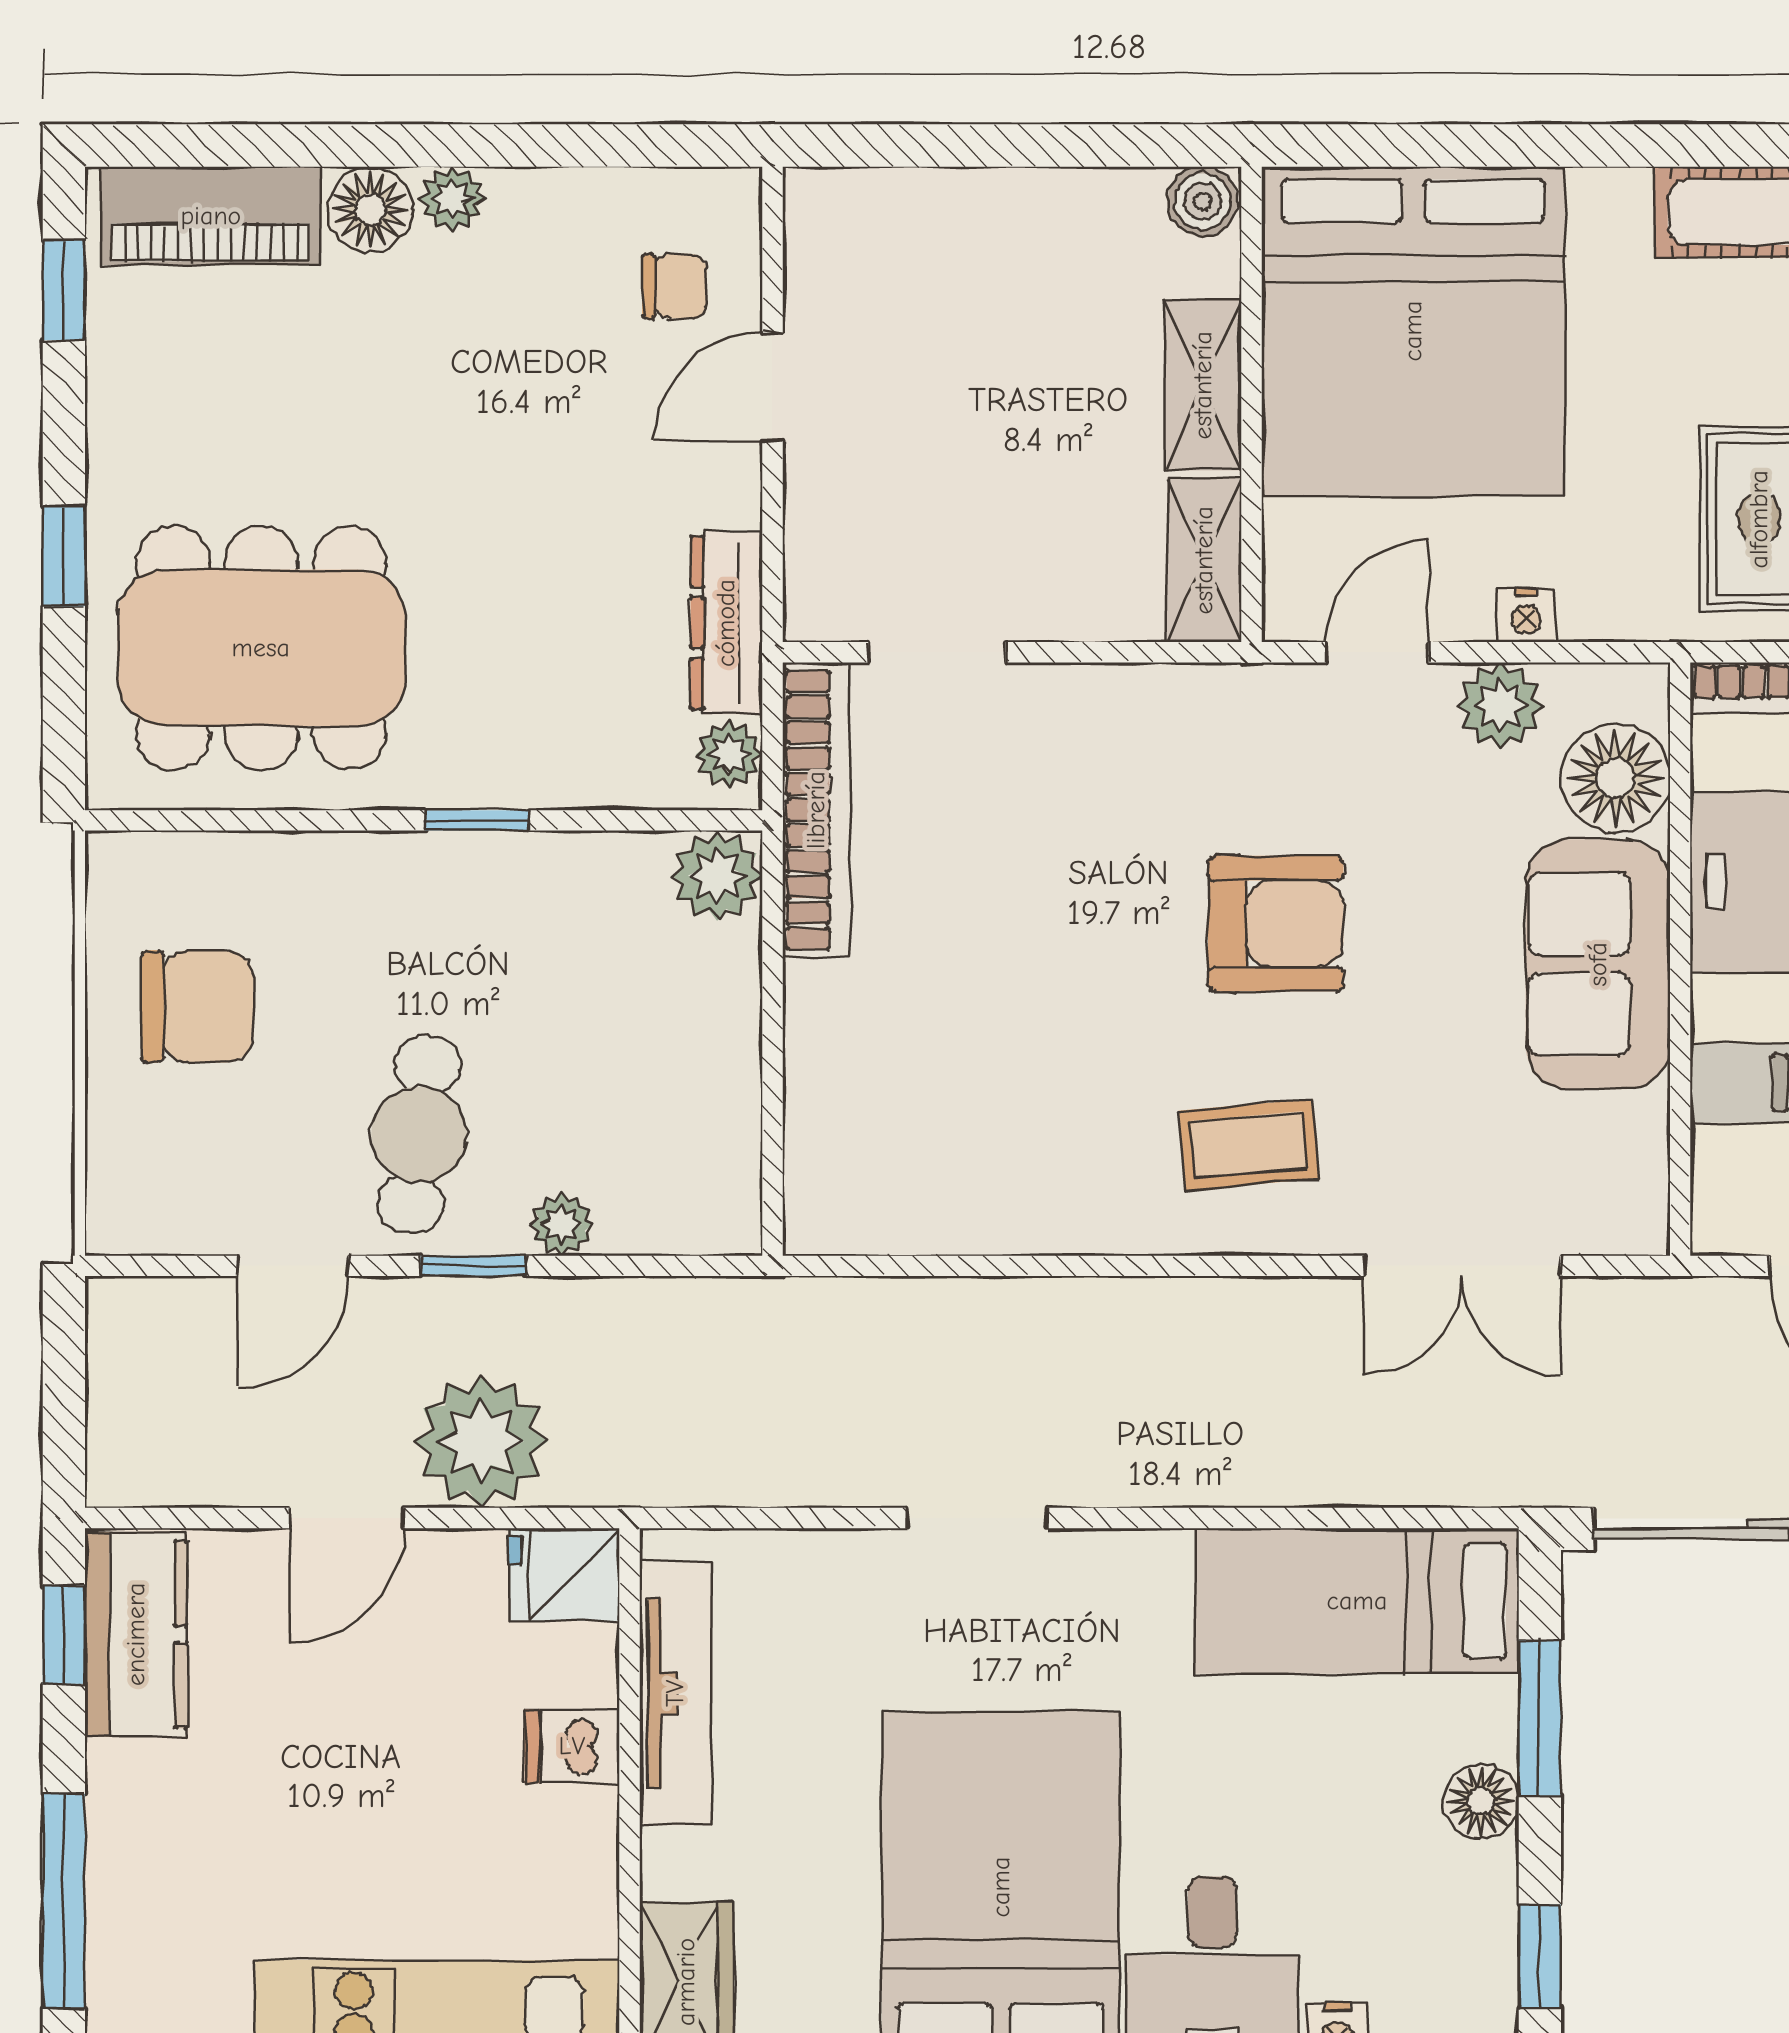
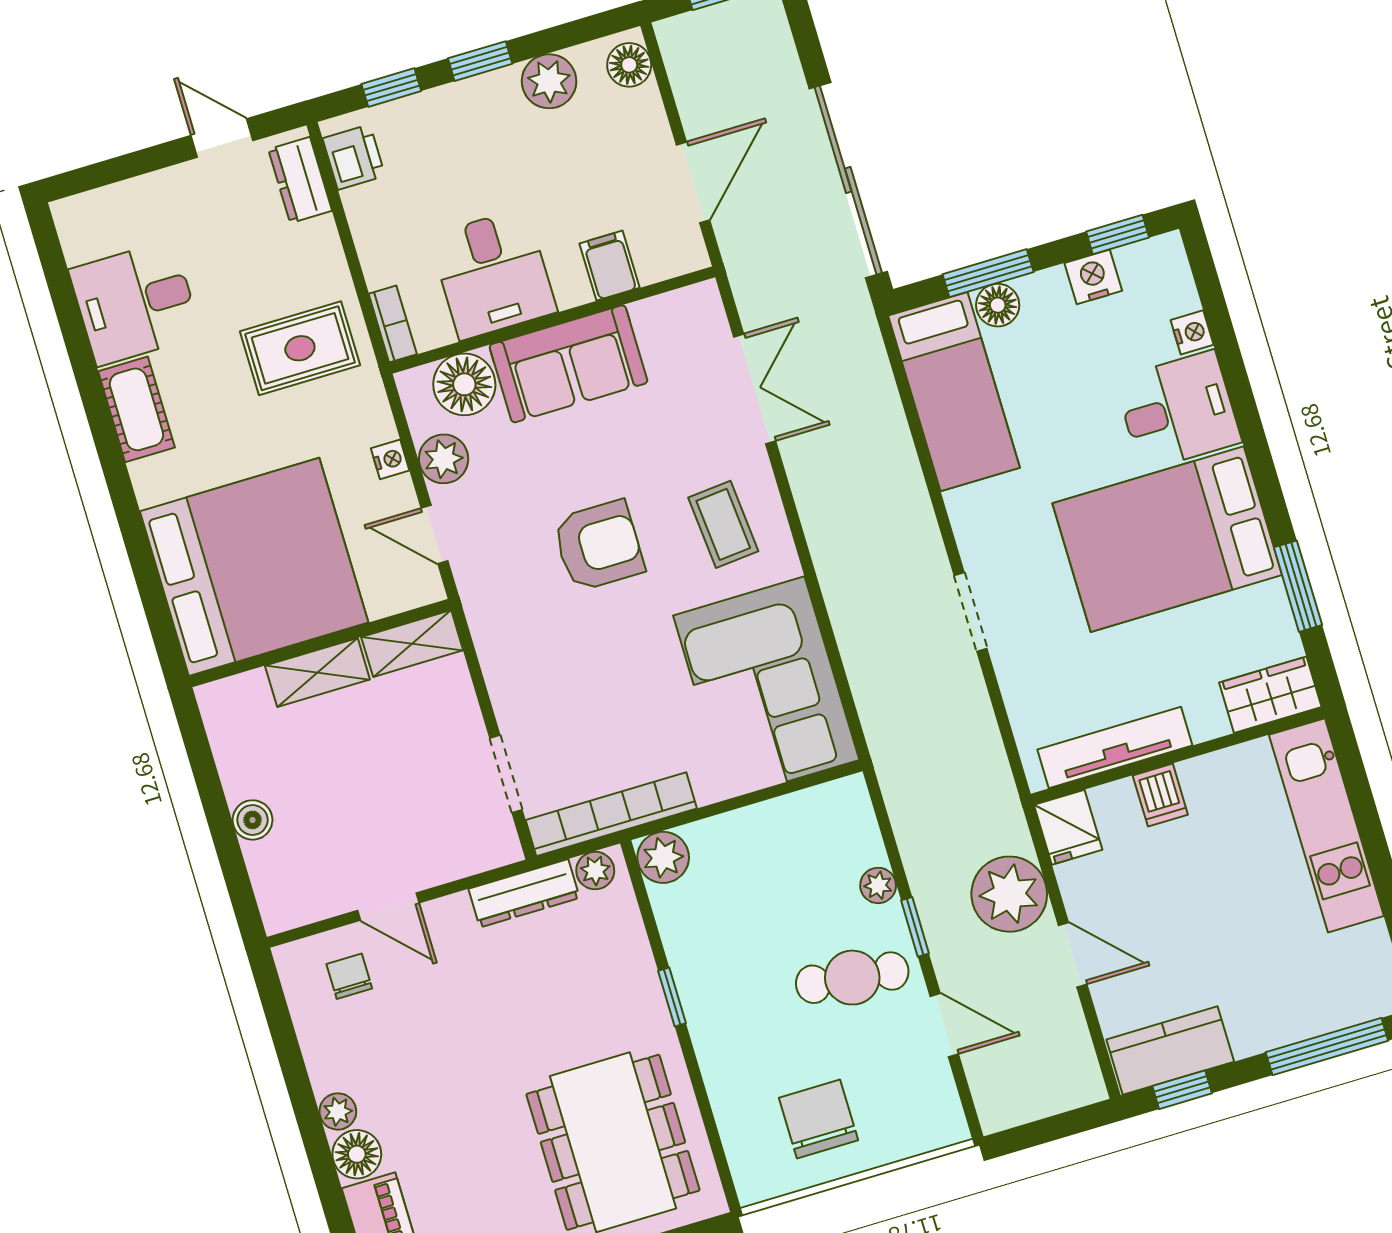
boiler: (1202, 201) -> (252, 820), moved
armchair: (1276, 924) -> (599, 546), turned 90
corner sofa: (952, 1135) -> (766, 688), added
floor lamp: (1481, 1801) -> (998, 305), moved
nightstand: (1480, 1894) -> (1093, 277), added

